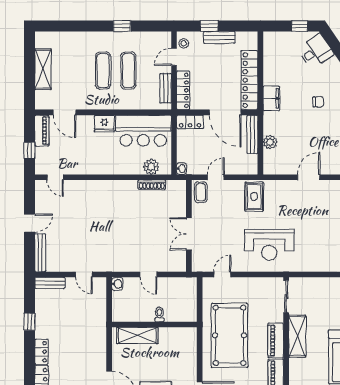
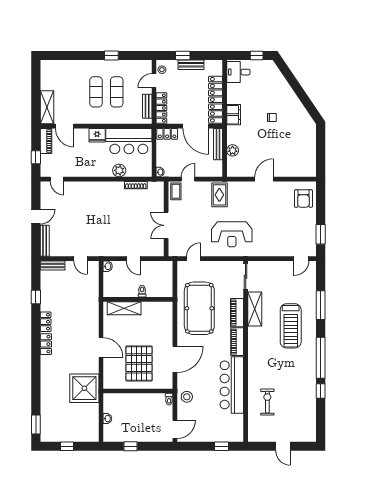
desk: (316, 51) -> (238, 72), moved, turned -146
shelving: (43, 69) -> (47, 107), moved
plant: (151, 167) -> (119, 170), moved

